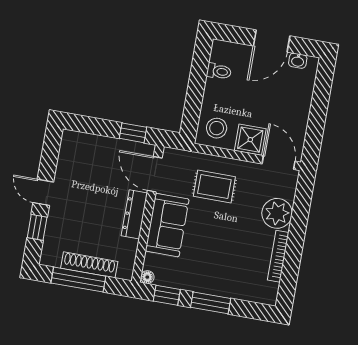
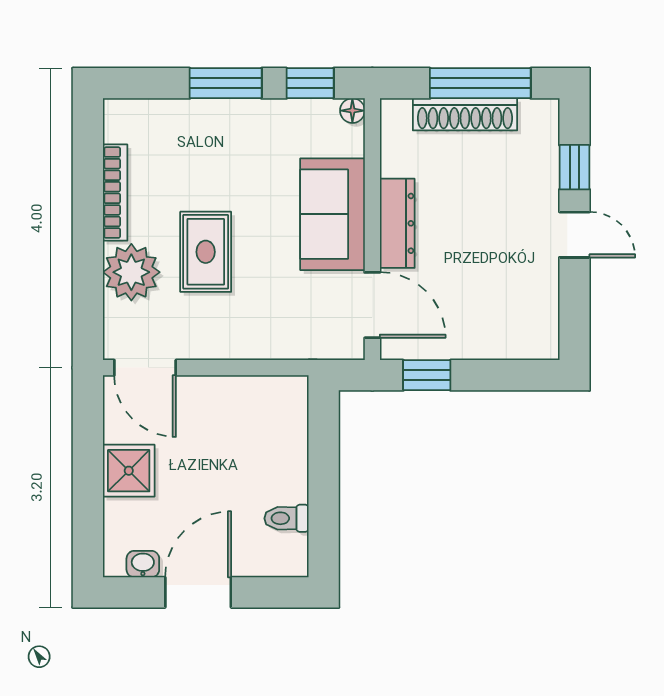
stool: (217, 128) -> (272, 412), removed
shower: (250, 140) -> (129, 471), moved
rug: (214, 187) -> (206, 252), moved, turned 90

